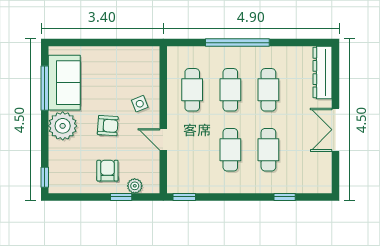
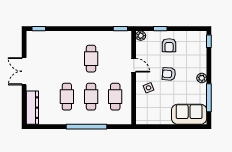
sofa: (64, 83) -> (189, 114), moved, turned 90
plant: (63, 126) -> (202, 78), width x0.53, depth x0.53
double door: (336, 130) -> (24, 71), swing flipped
cafe table: (268, 150) -> (67, 59), removed
plant: (135, 186) -> (141, 36), moved
window: (285, 197) -> (39, 29), moved

